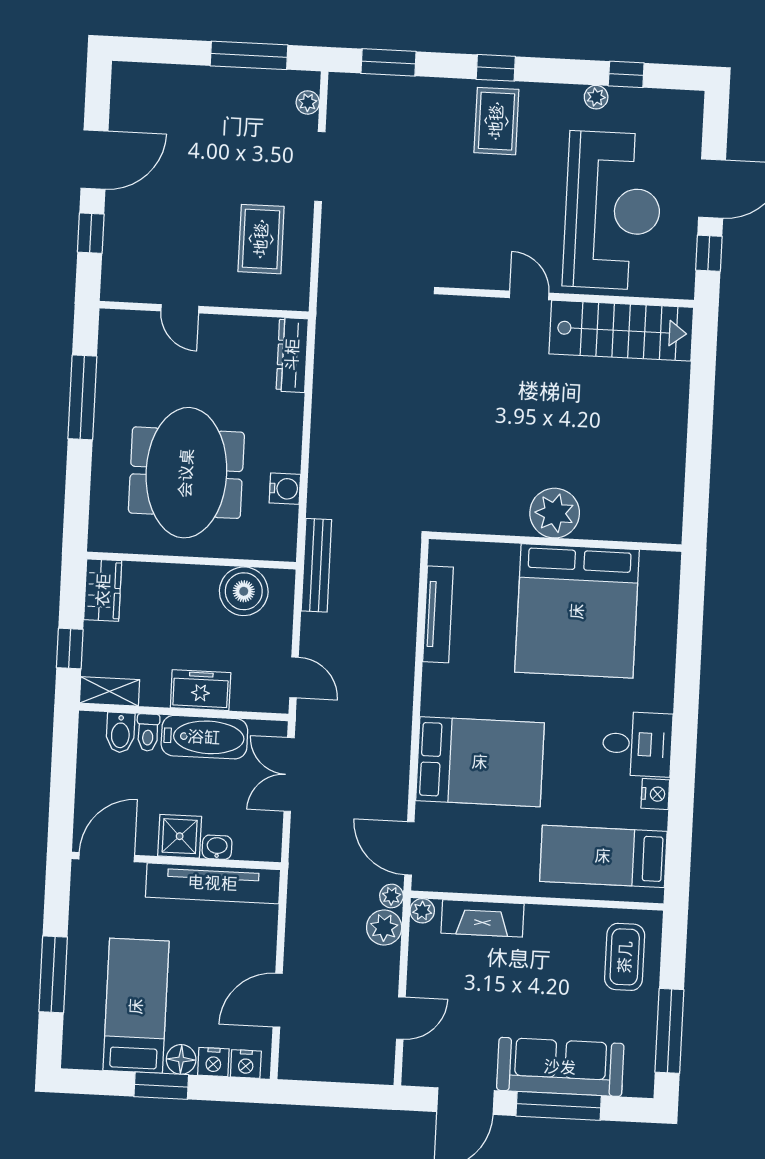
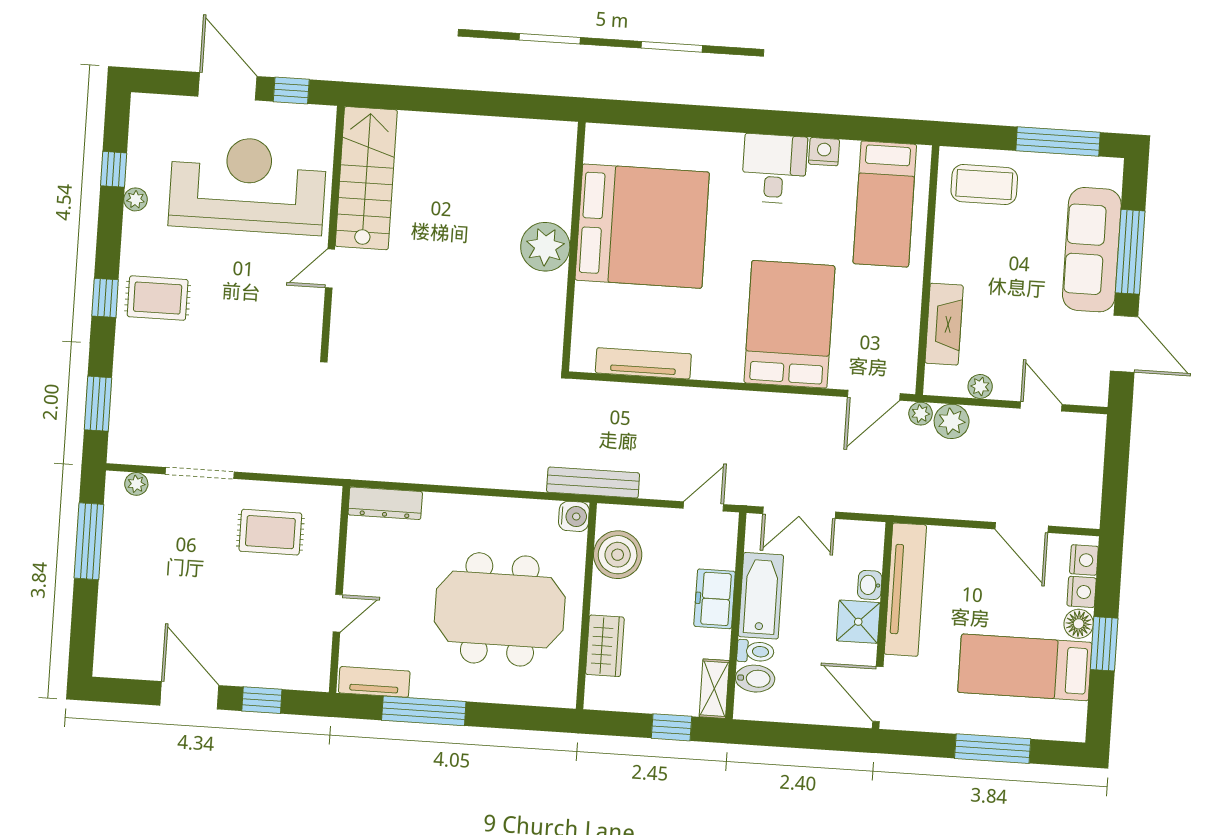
tv unit: (111, 347) -> (374, 682), added
water cooler: (285, 489) -> (574, 516), moved, turned 90
wardrobe: (103, 590) -> (605, 646), moved, turned 90
plant: (422, 911) -> (980, 386), moved

